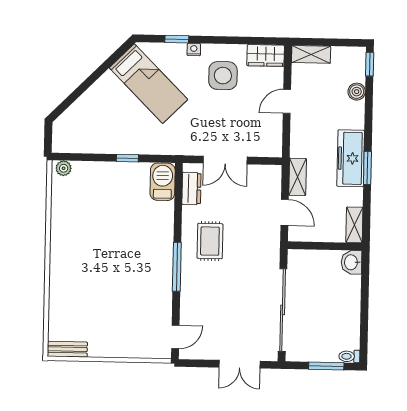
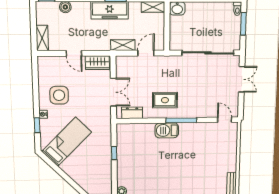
wardrobe: (266, 55) -> (97, 63), moved, turned 90
barbecue: (163, 182) -> (167, 130), moved

